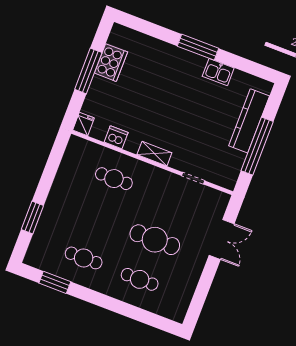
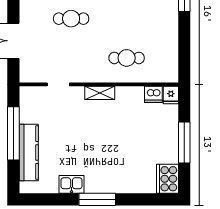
cooker: (111, 63) -> (167, 179), moved
dishwasher: (116, 137) -> (153, 94), moved
cafe table: (155, 240) -> (71, 19), width x0.73, depth x0.74

